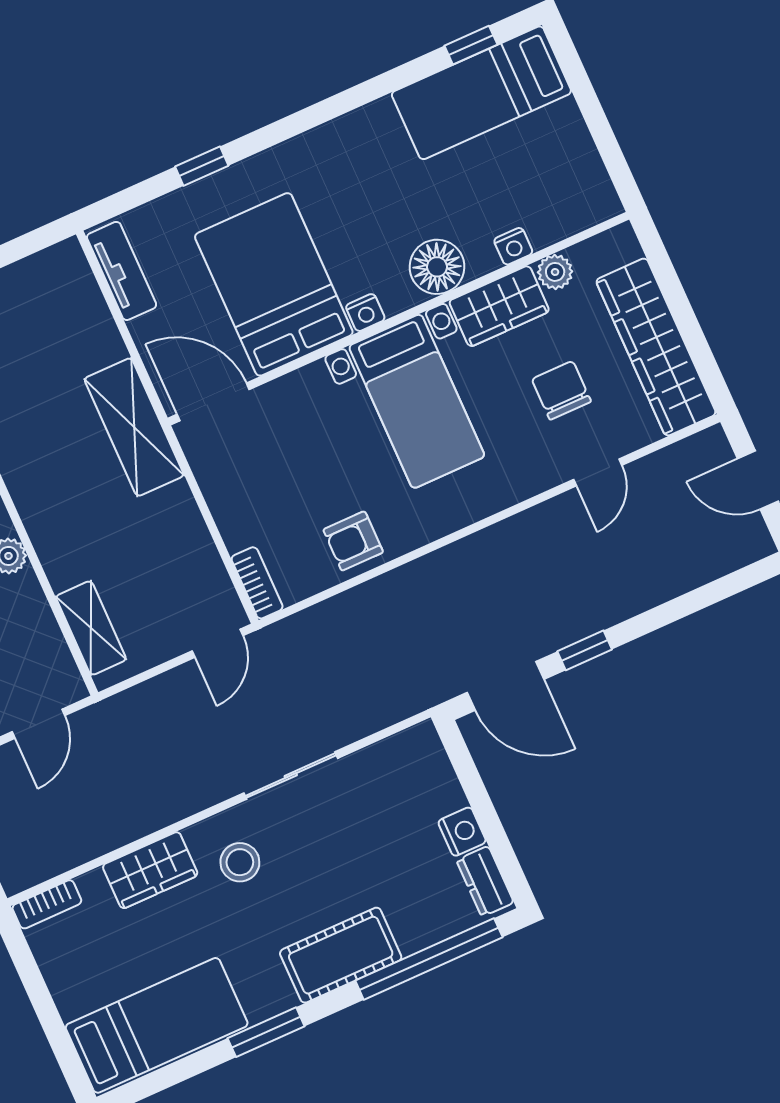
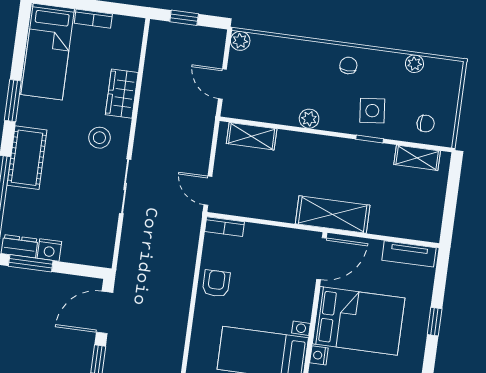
window: (501, 848) -> (31, 263), added
bookcase: (47, 904) -> (93, 19), moved, turned -90

